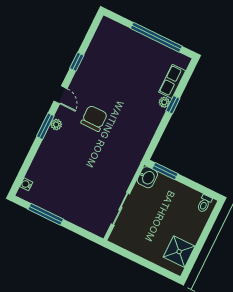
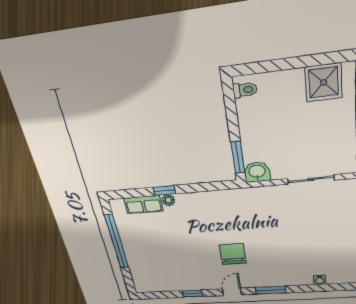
chair: (94, 118) -> (233, 254), turned 90
plant: (56, 125) -> (262, 282), removed
water cooler: (26, 184) -> (320, 280), moved

